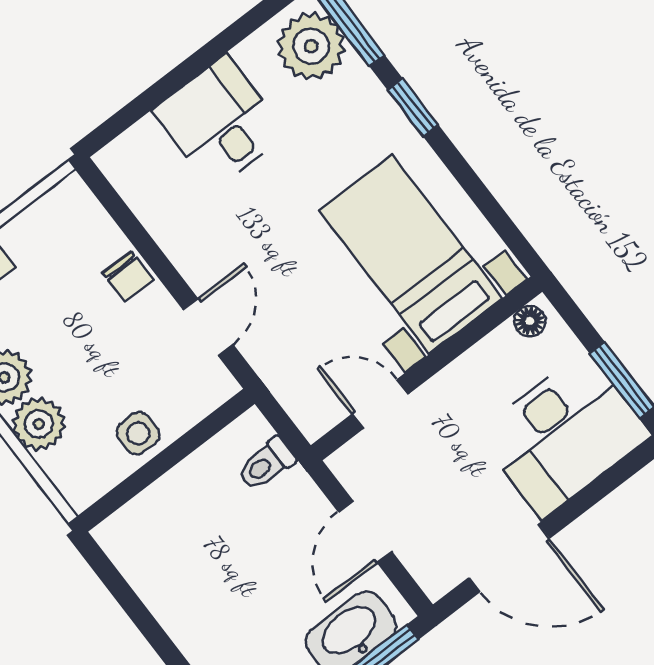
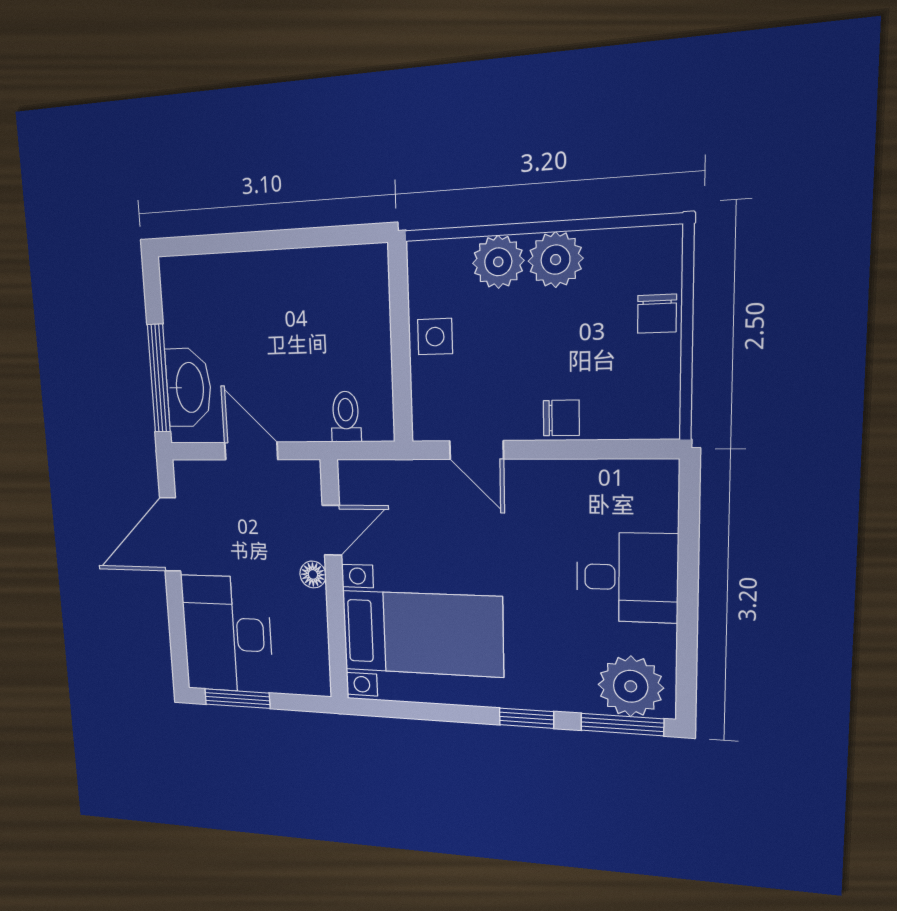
chair: (128, 276) -> (561, 418), turned 180
floor lamp: (530, 321) -> (313, 574), moved

